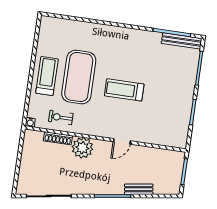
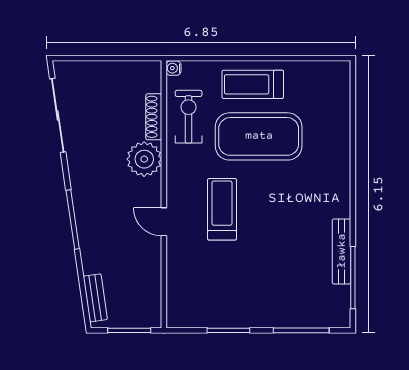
bench: (182, 41) -> (342, 251), moved
treadmill: (47, 76) -> (253, 84), turned 180
treadmill: (124, 90) -> (222, 209), moved
exercise bike: (61, 117) -> (189, 117), width x1.38, depth x1.39
bench: (139, 189) -> (95, 298), moved

